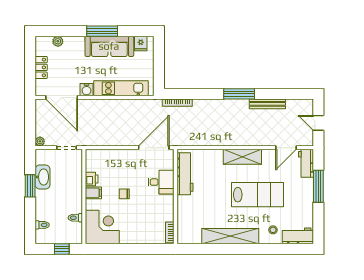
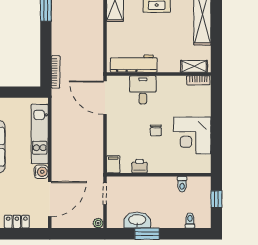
filing cabinet: (93, 193) -> (113, 164), moved
corner desk: (102, 227) -> (192, 135), moved, turned -90
shelving: (182, 229) -> (194, 66), added

